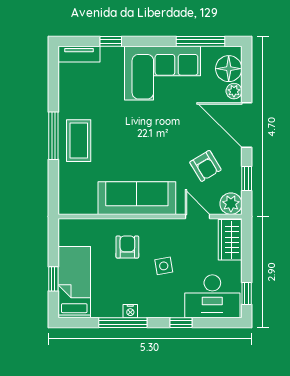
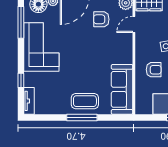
armchair: (205, 166) -> (101, 19), turned -149
sofa: (137, 198) -> (122, 89), moved
armchair: (127, 247) -> (154, 70), turned 180

